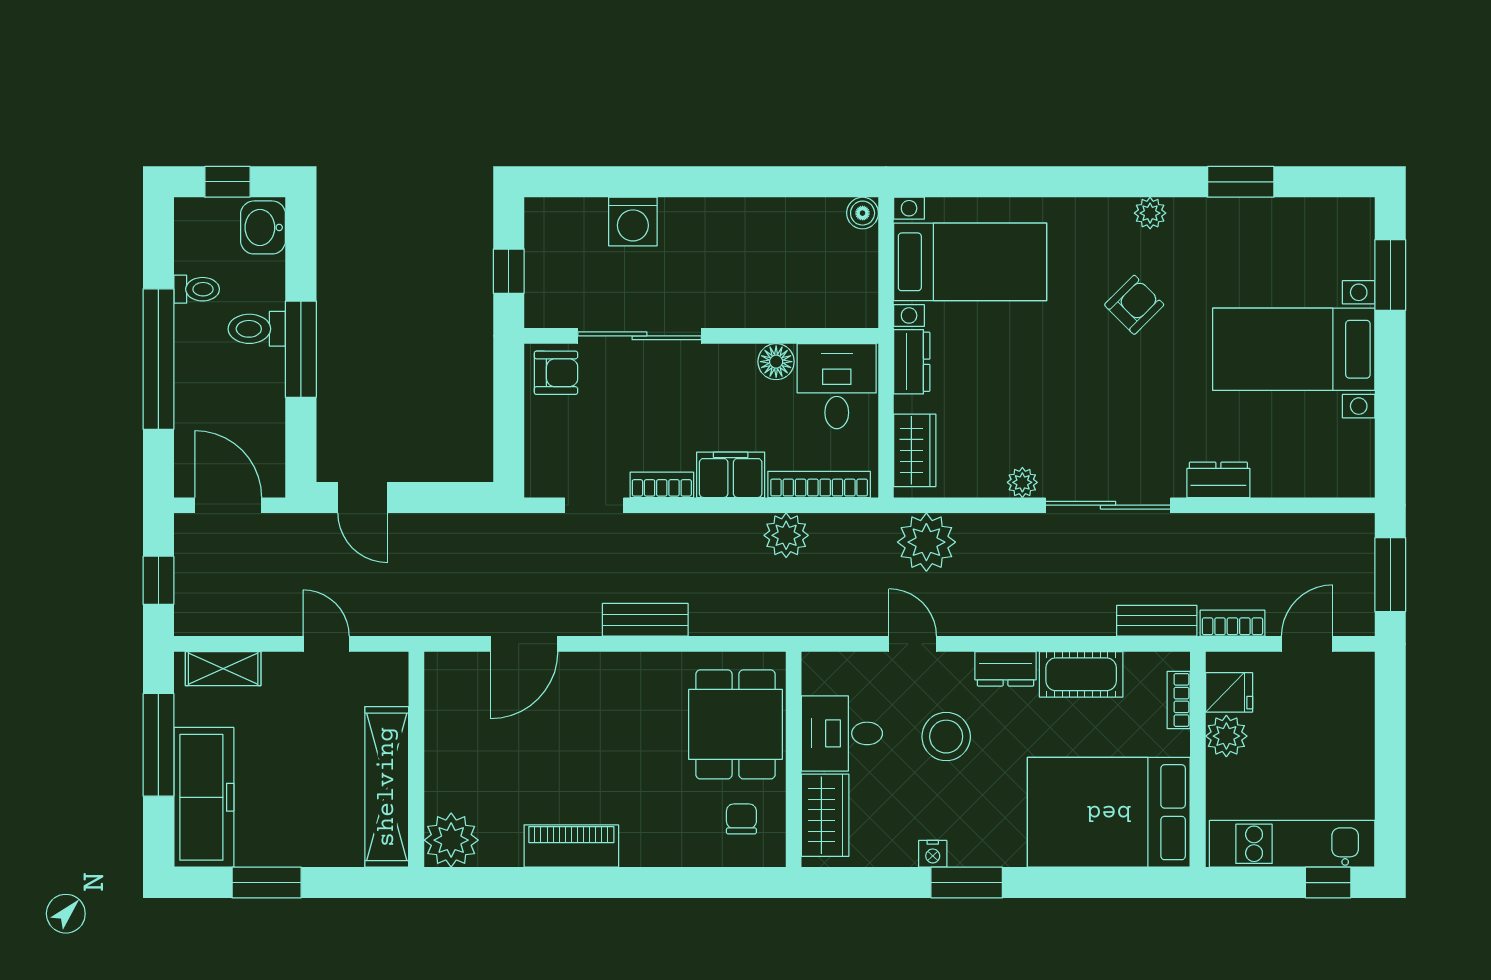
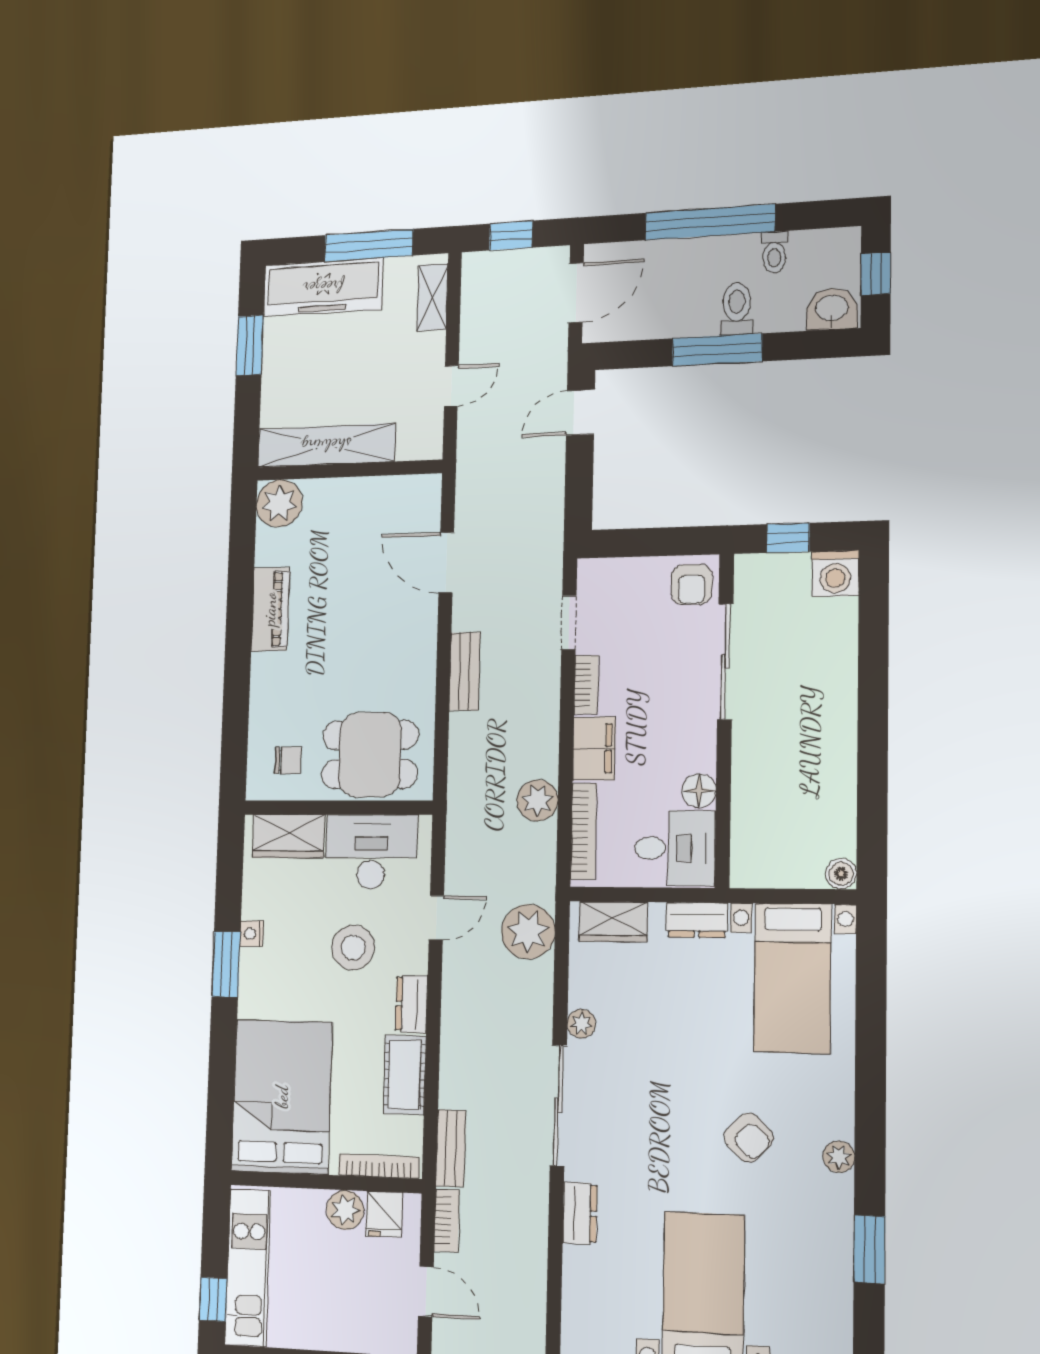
washing machine: (633, 222) -> (835, 574), moved, turned -90
bookcase: (1179, 700) -> (379, 1166), width x1.56
desk: (842, 733) -> (371, 852), width x1.37

